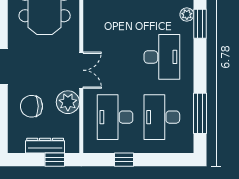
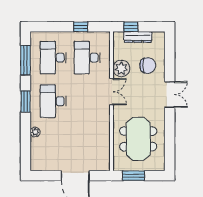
window: (200, 24) -> (26, 101), moved
double door: (81, 70) -> (112, 92), swing flipped
desk: (115, 117) -> (87, 58), turned 180
desk: (162, 117) -> (53, 58), turned 180

